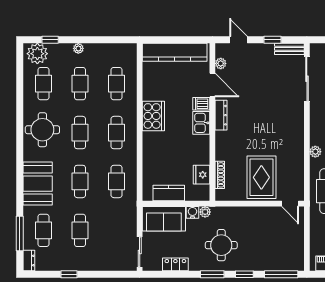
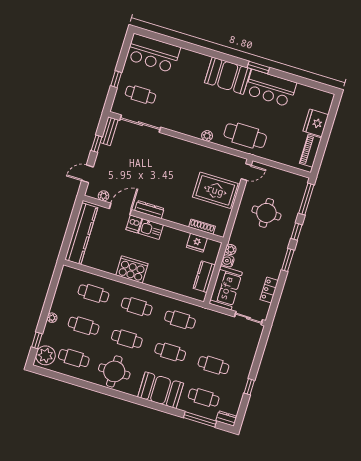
round table: (221, 245) -> (266, 213), moved

